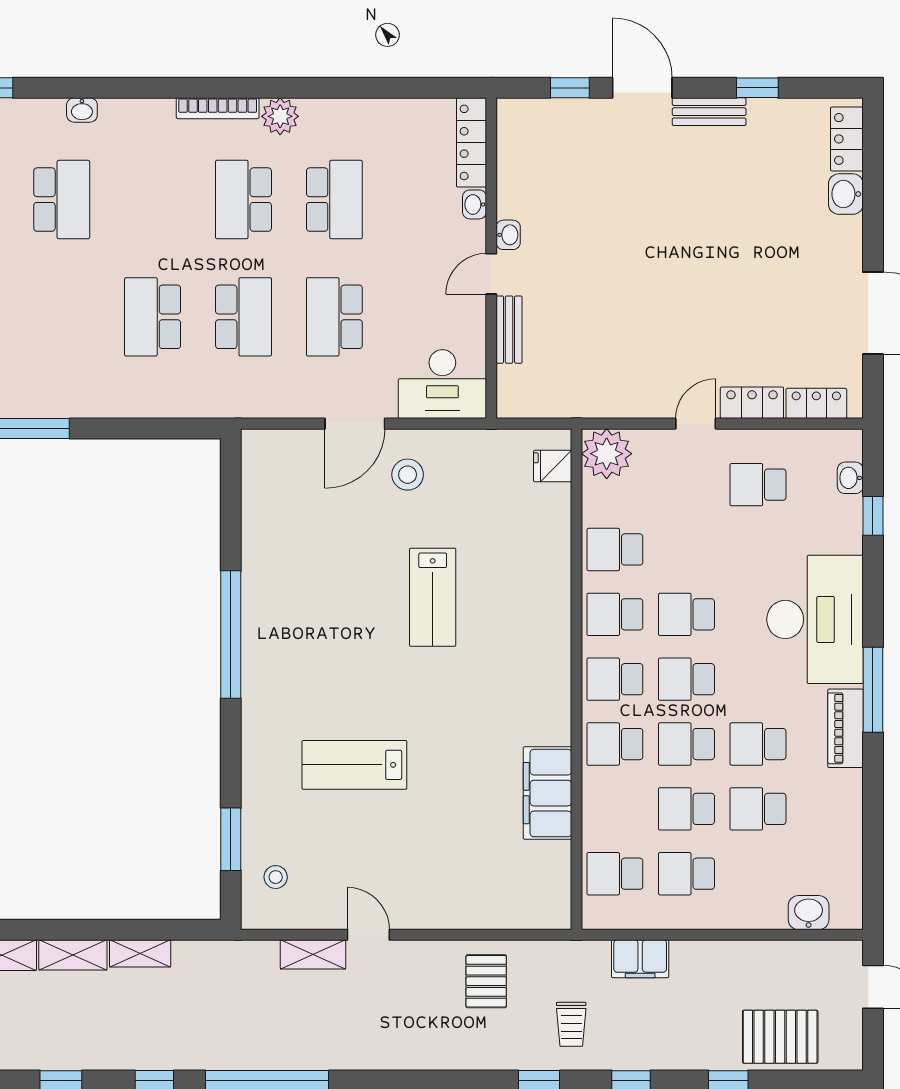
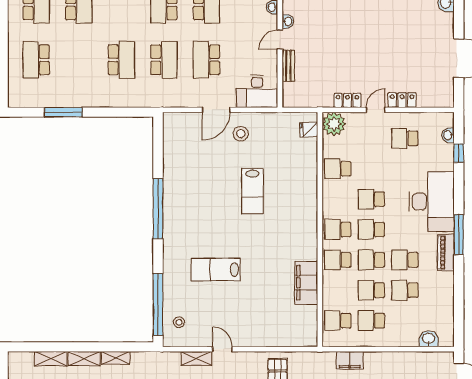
school desk: (153, 317) -> (121, 60), turned 180
locker: (816, 403) -> (347, 100), moved
school desk: (615, 614) -> (338, 199), removed
window: (231, 839) -> (158, 304), width x2.11

